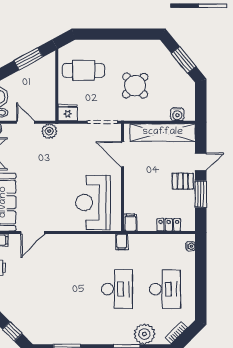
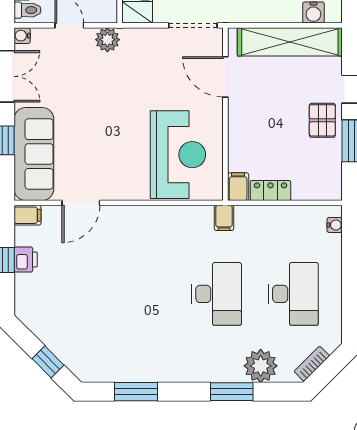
pallet: (183, 181) -> (322, 120), turned 90
reception desk: (93, 203) -> (178, 155), turned 180
locker: (169, 225) -> (271, 190), moved

